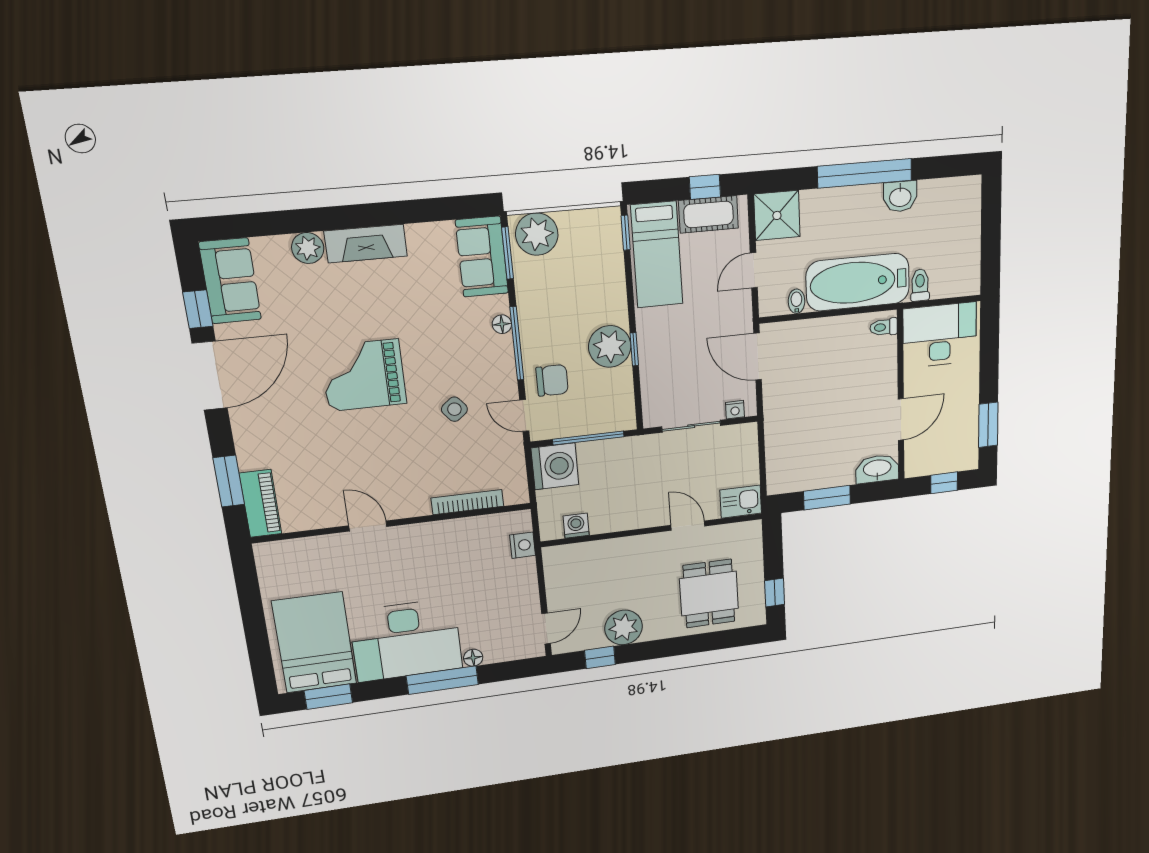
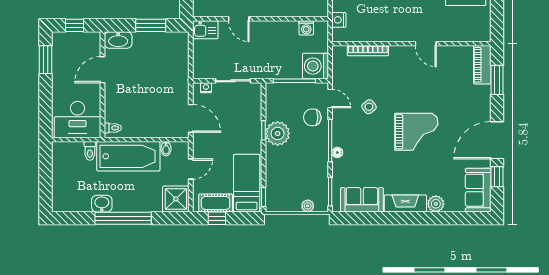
plant: (537, 234) -> (308, 206), width x0.53, depth x0.53
sofa: (482, 257) -> (362, 200), moved, turned -90

